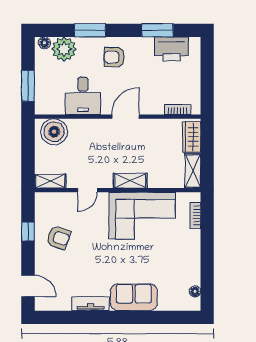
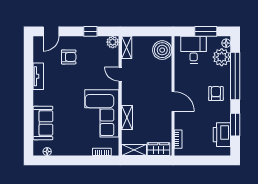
window: (90, 30) -> (235, 76), width x2.11
window: (28, 86) -> (206, 31), moved
desk: (83, 96) -> (194, 50), moved, turned 90
shelving: (130, 181) -> (127, 118), moved
plant: (43, 201) -> (113, 42), added
armchair: (59, 238) -> (69, 57), moved, turned -109
sofa: (134, 297) -> (43, 123), moved

